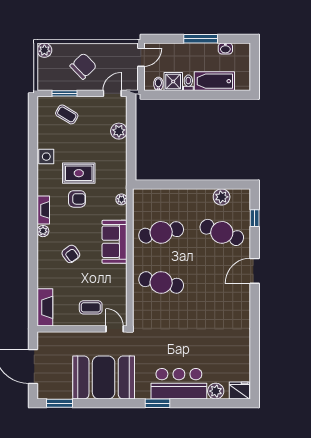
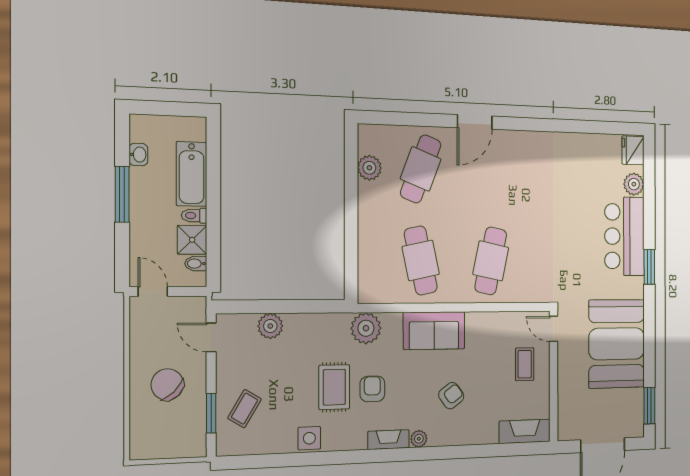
plant: (44, 50) -> (141, 448), removed
plant: (121, 199) -> (366, 328), width x1.88, depth x1.88
window: (255, 218) -> (400, 119), removed
door: (255, 271) -> (475, 122), hinge flipped
door: (115, 329) -> (553, 329), hinge flipped

